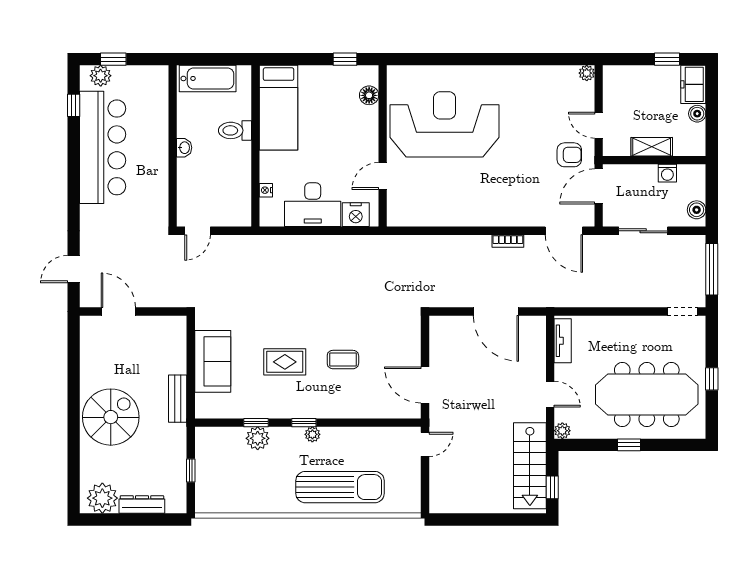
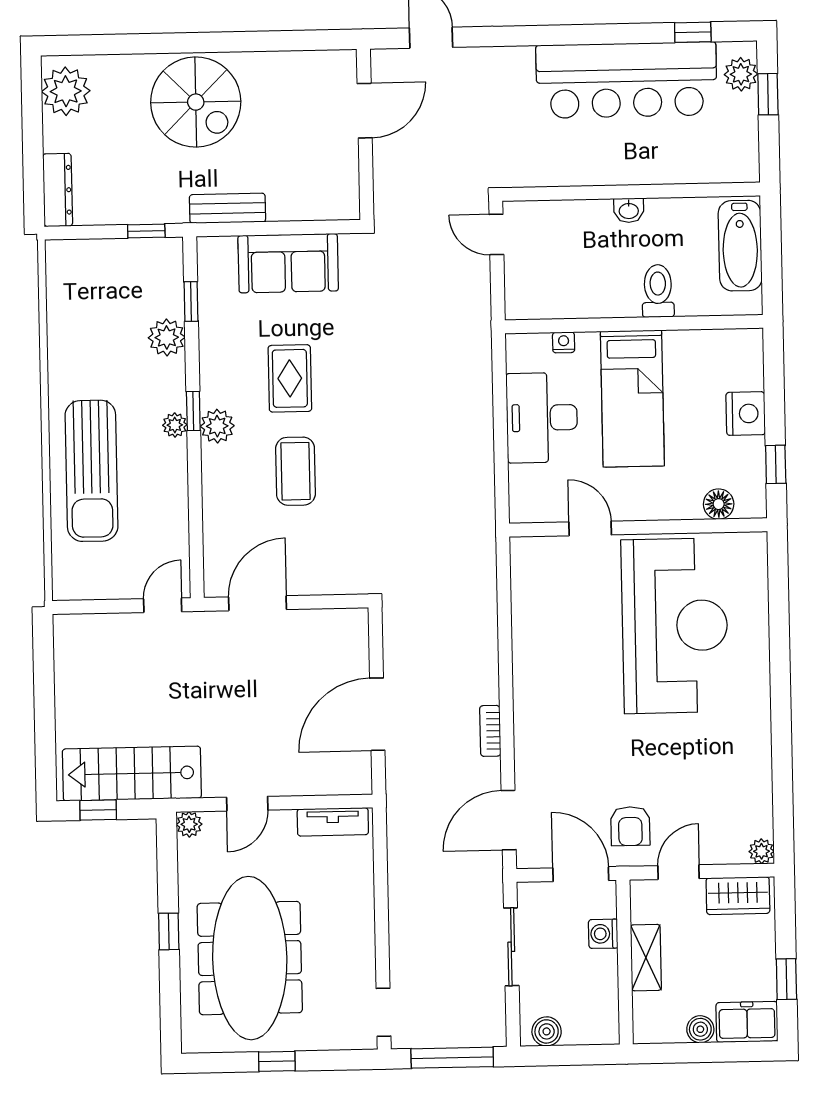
wardrobe: (614, 88) -> (738, 896), added
bed: (279, 108) -> (632, 399), moved, turned -90
washing machine: (667, 173) -> (603, 934), moved
nightstand: (356, 215) -> (746, 414), moved, turned 180
coffee table: (343, 360) -> (295, 471), width x1.36, depth x1.30
plant: (314, 408) -> (217, 426), added
window: (256, 423) -> (191, 301), moved
door: (425, 444) -> (163, 605), swing flipped
window: (191, 470) -> (146, 231), moved
dresser: (142, 505) -> (58, 190), moved

